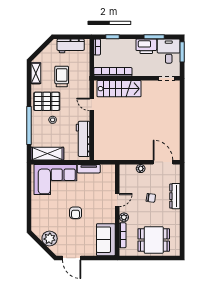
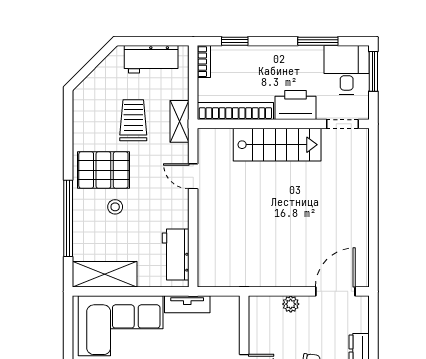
printer: (146, 46) -> (295, 105), moved, turned 180
shelving: (36, 73) -> (180, 121), moved
stairs: (119, 89) -> (277, 145), moved
workbench: (83, 139) -> (176, 255), width x0.73
door: (163, 162) -> (335, 291), hinge flipped

